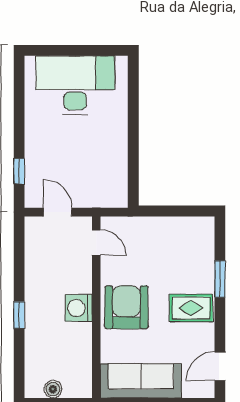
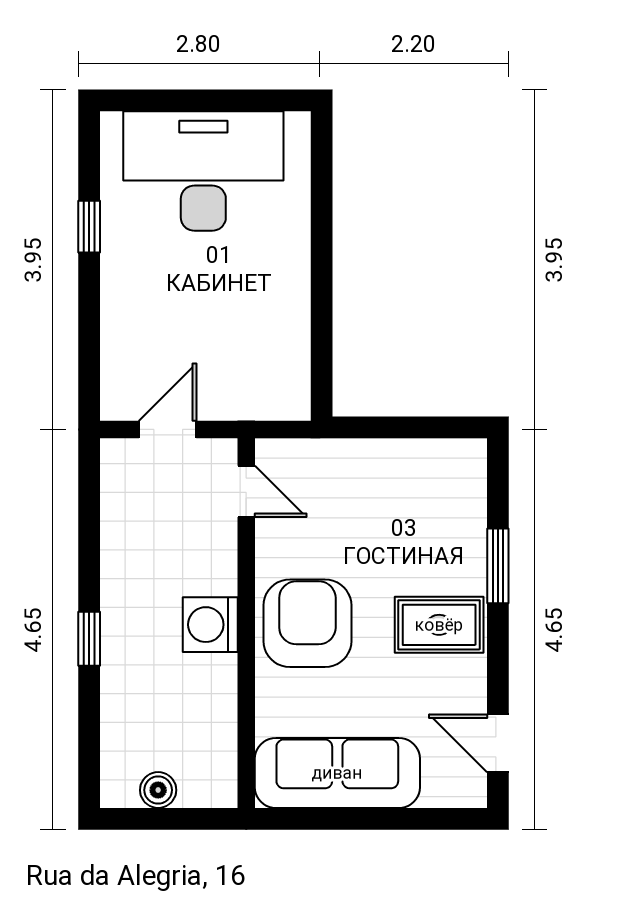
window: (19, 171) -> (89, 227), moved
door: (58, 212) -> (168, 429), hinge flipped
door: (220, 366) -> (498, 743), hinge flipped

